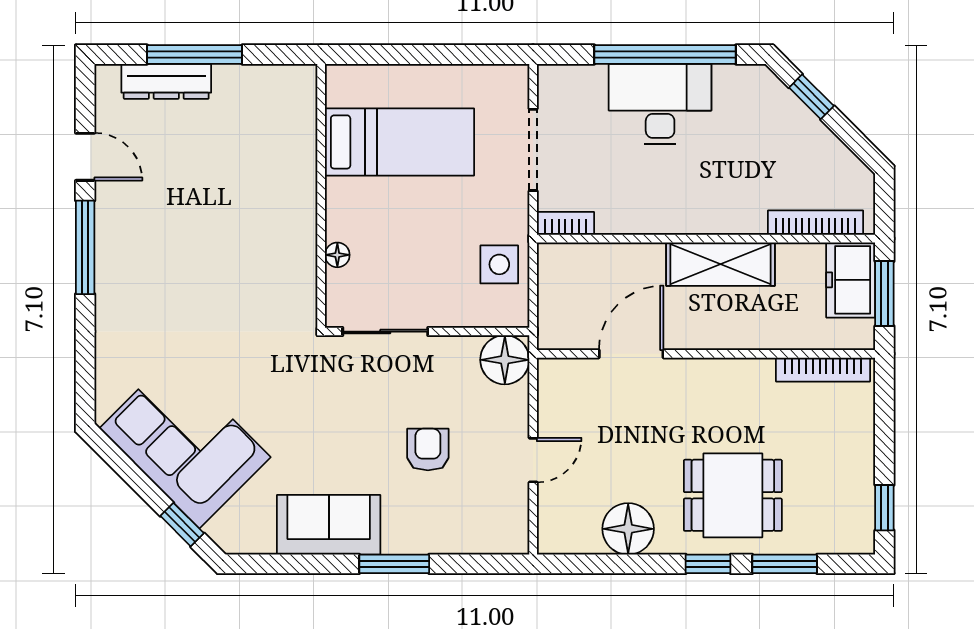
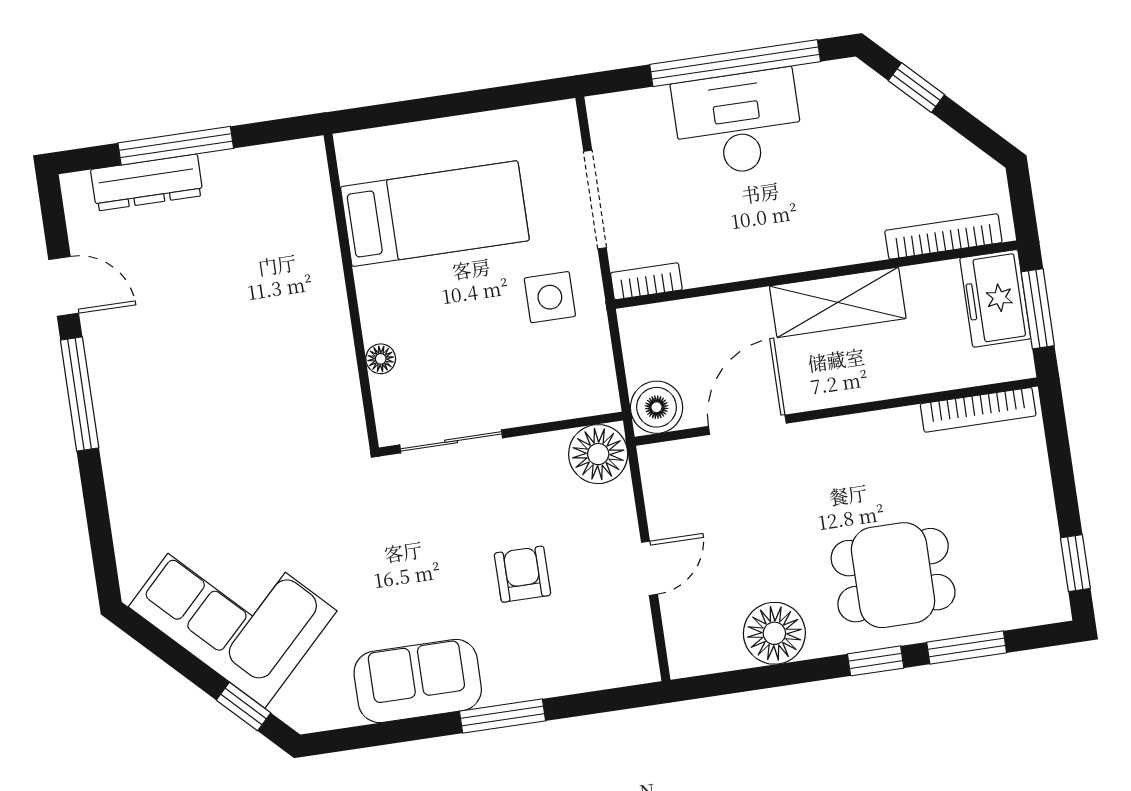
side table: (499, 264) -> (550, 297), moved
boiler: (559, 328) -> (657, 407), added

